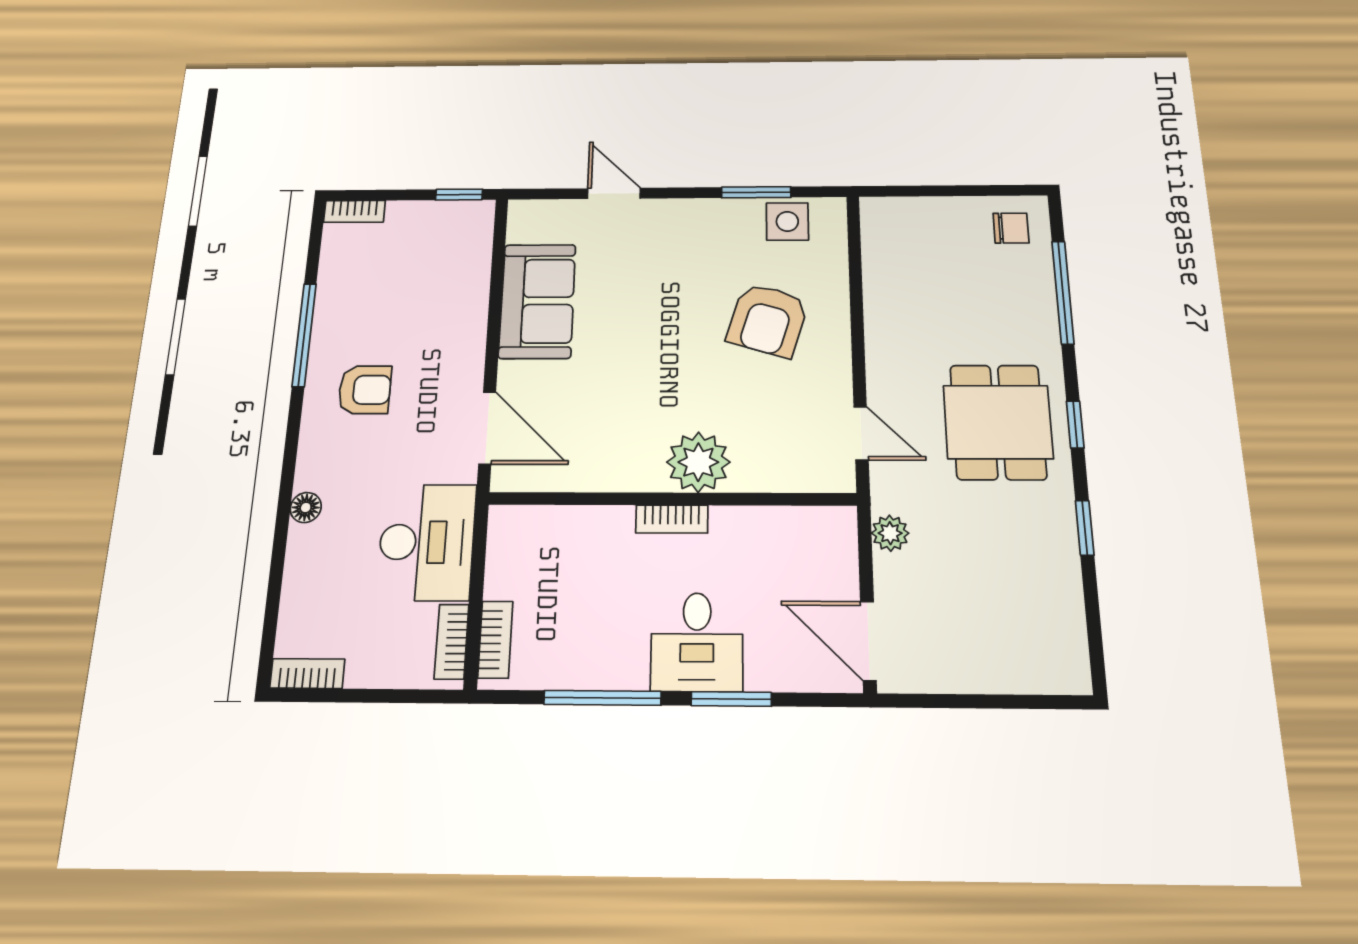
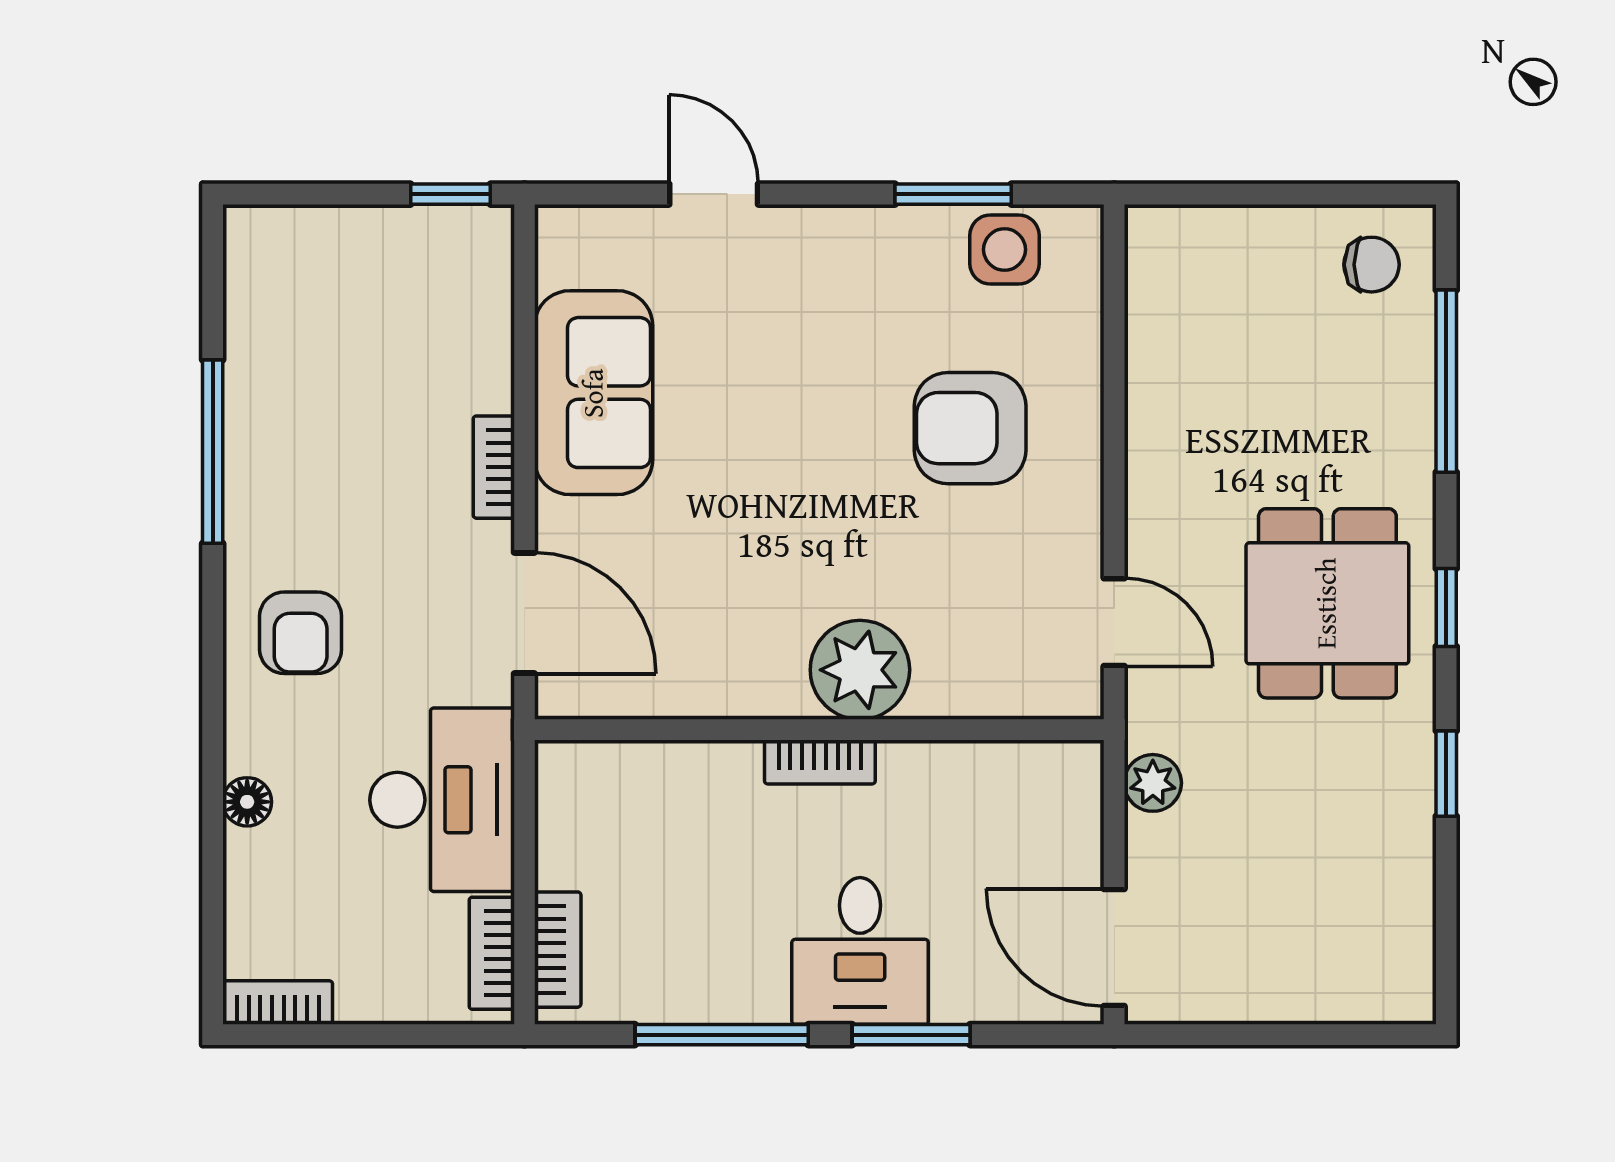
bookcase: (354, 211) -> (494, 467), moved, turned 90
armchair: (768, 320) -> (970, 428), turned 73
armchair: (365, 390) -> (301, 633), moved, turned 90
floor lamp: (306, 508) -> (247, 802), moved

